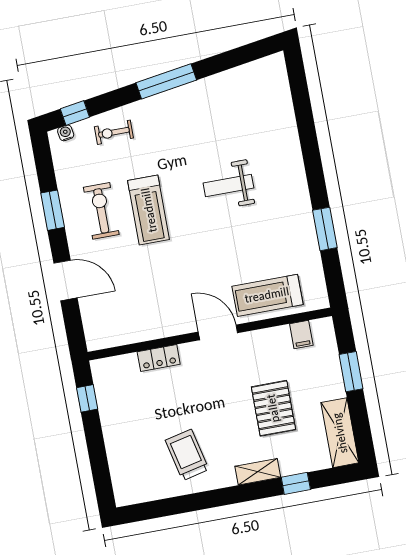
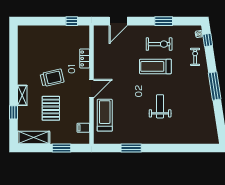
door: (65, 280) -> (118, 21), moved
pallet: (273, 408) -> (51, 108), turned 90
trolley: (187, 455) -> (52, 78), moved

